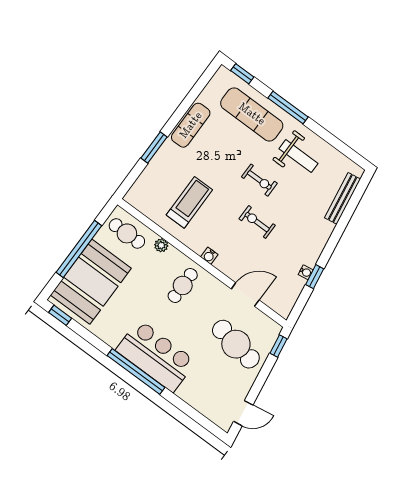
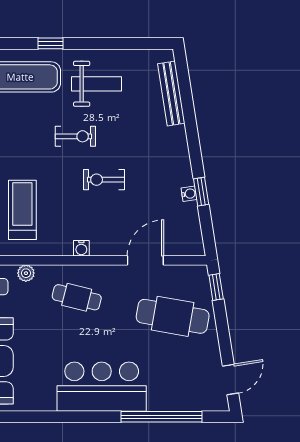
window: (288, 108) -> (51, 43), width x0.46
cafe table: (183, 285) -> (77, 297), turned -76
window: (136, 371) -> (161, 417), moved

